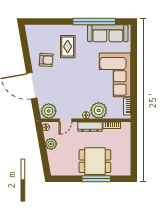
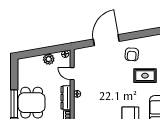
plant: (99, 110) -> (82, 106), removed
plant: (49, 111) -> (81, 57), removed

